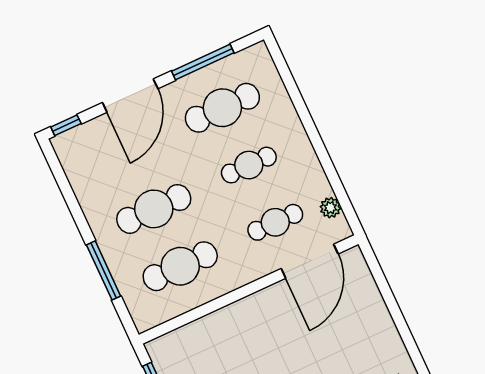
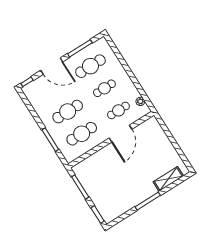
door: (130, 96) -> (52, 66), hinge flipped
door: (310, 261) -> (120, 134), moved

